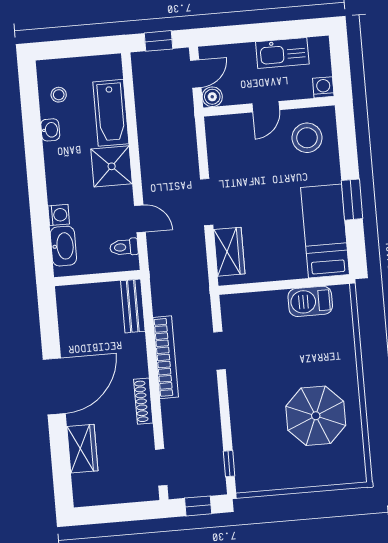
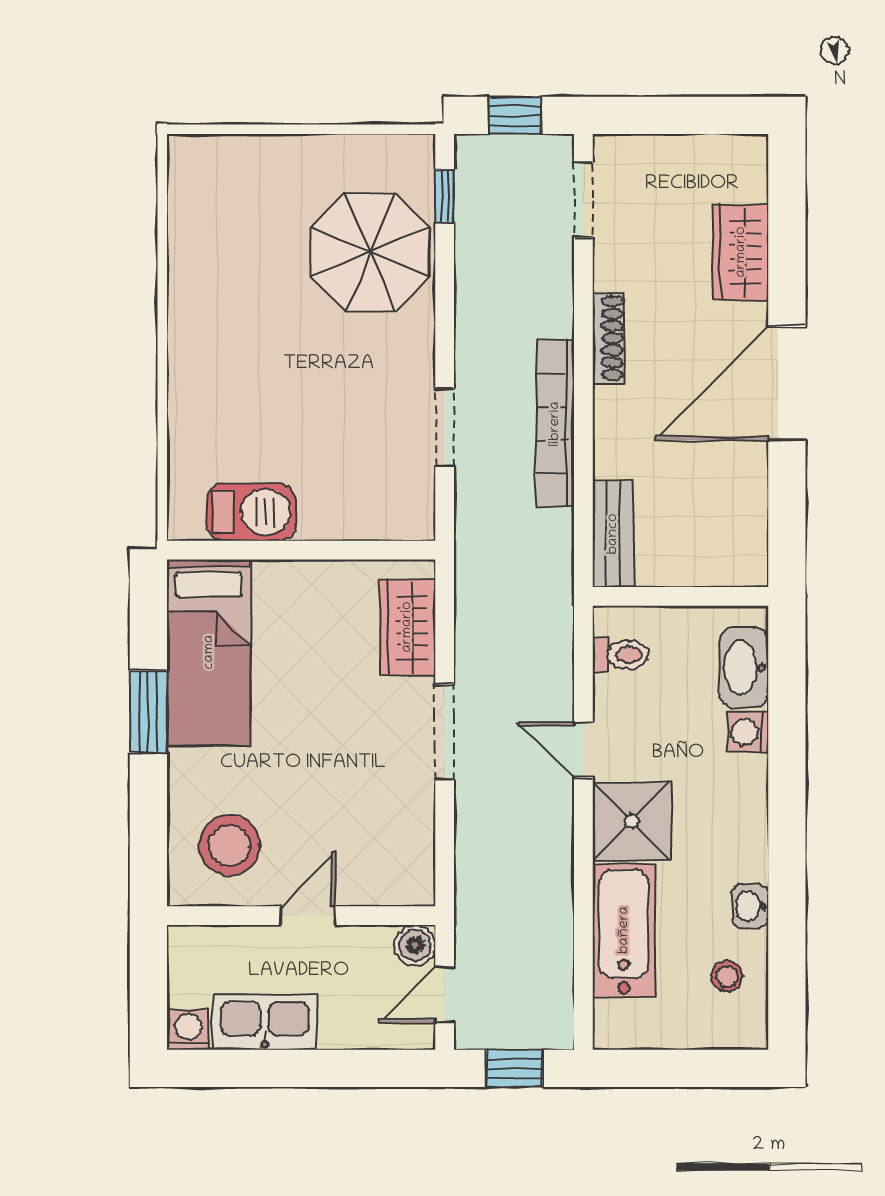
washing machine: (323, 87) -> (188, 1030), moved, turned 180
door: (140, 219) -> (583, 750), moved
parasol: (316, 416) -> (370, 252), moved

